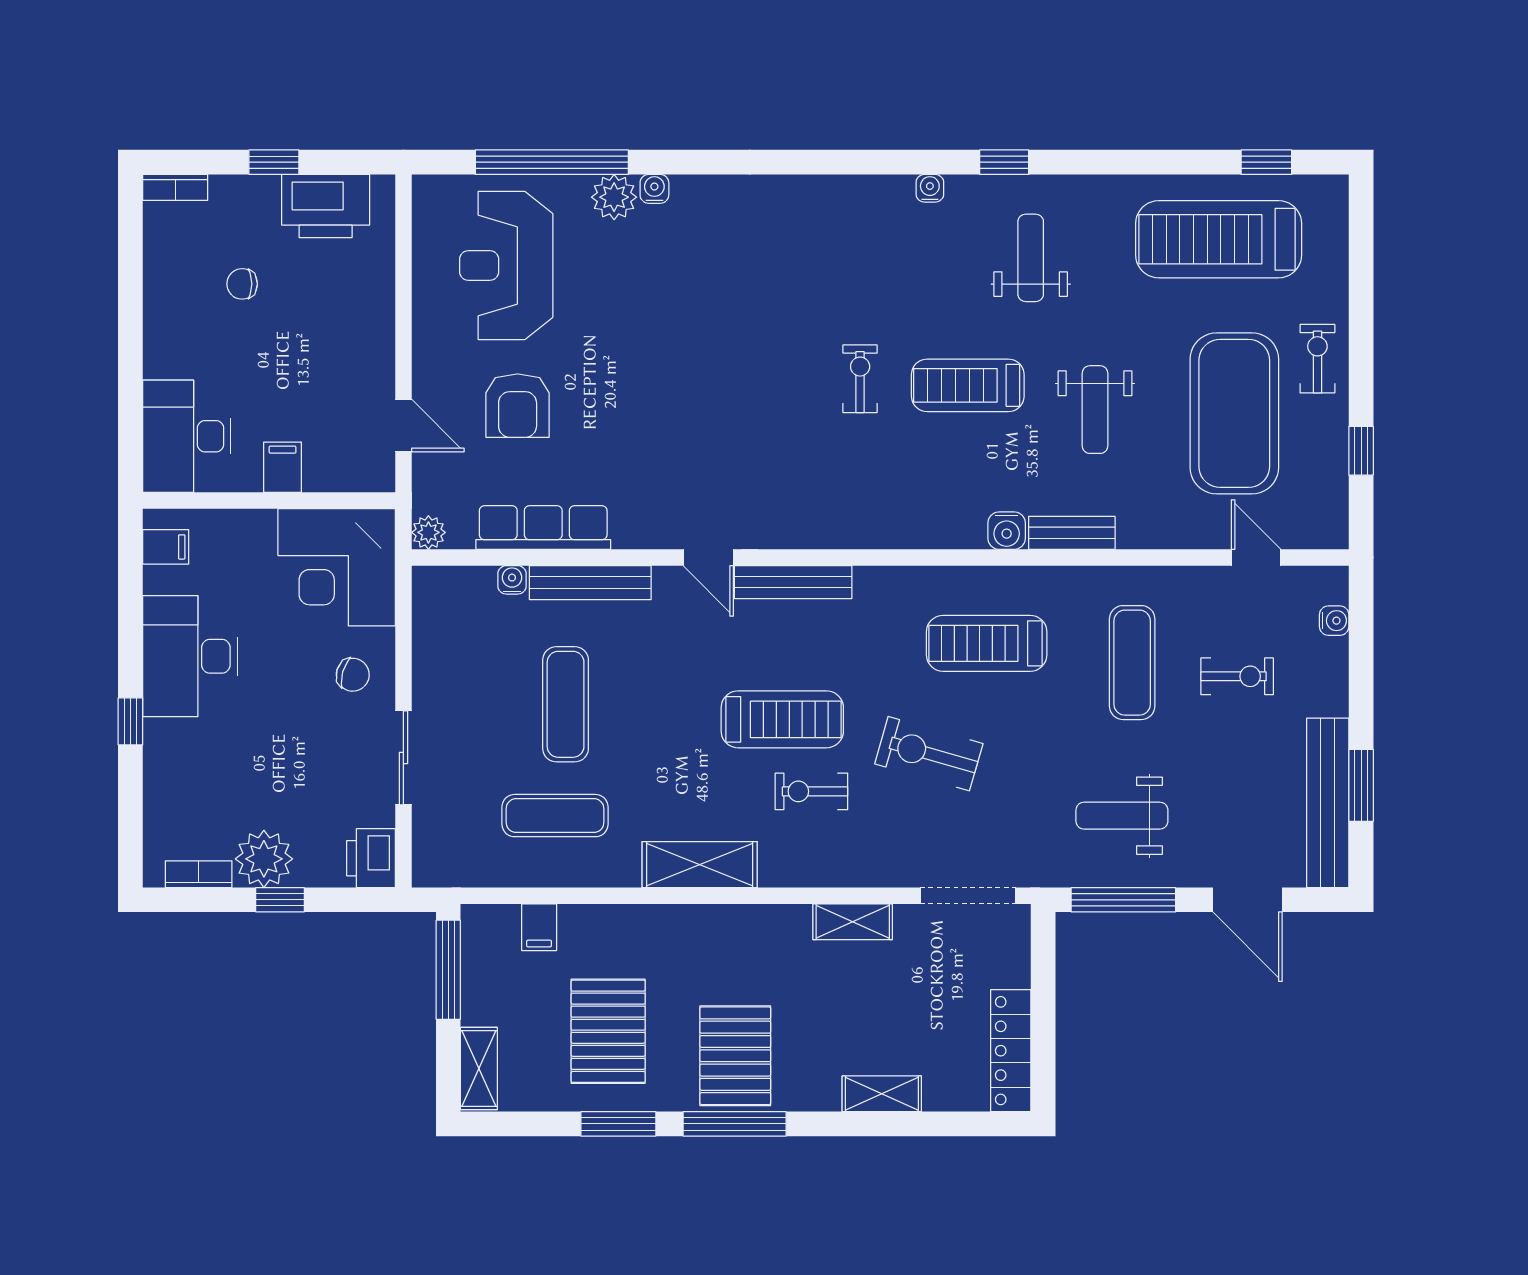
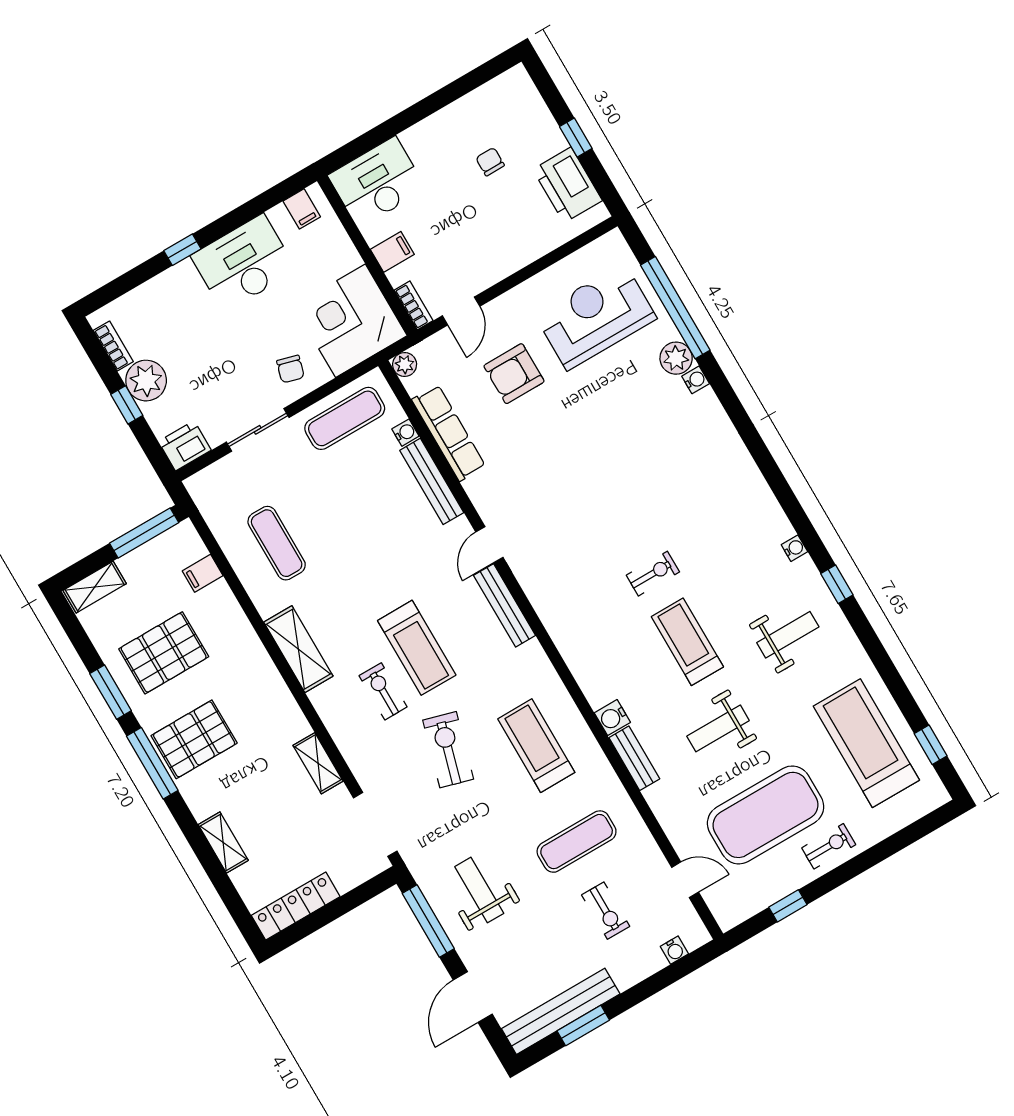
bookcase: (175, 187) -> (414, 305), moved, turned 180
door: (1256, 557) -> (685, 880), hinge flipped
exercise mat: (566, 704) -> (345, 418), moved

